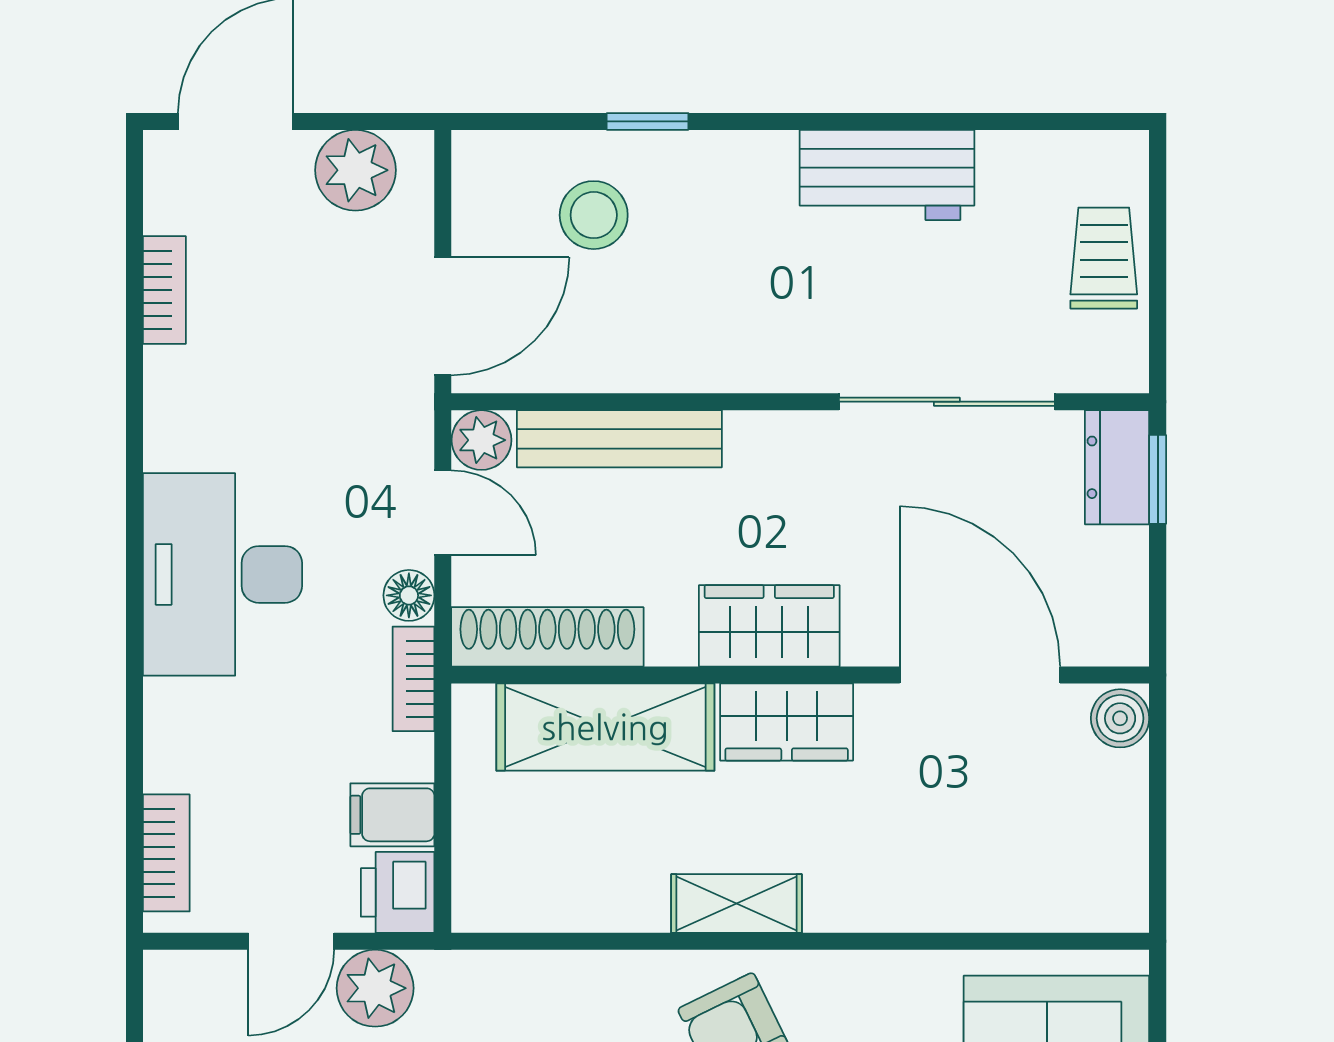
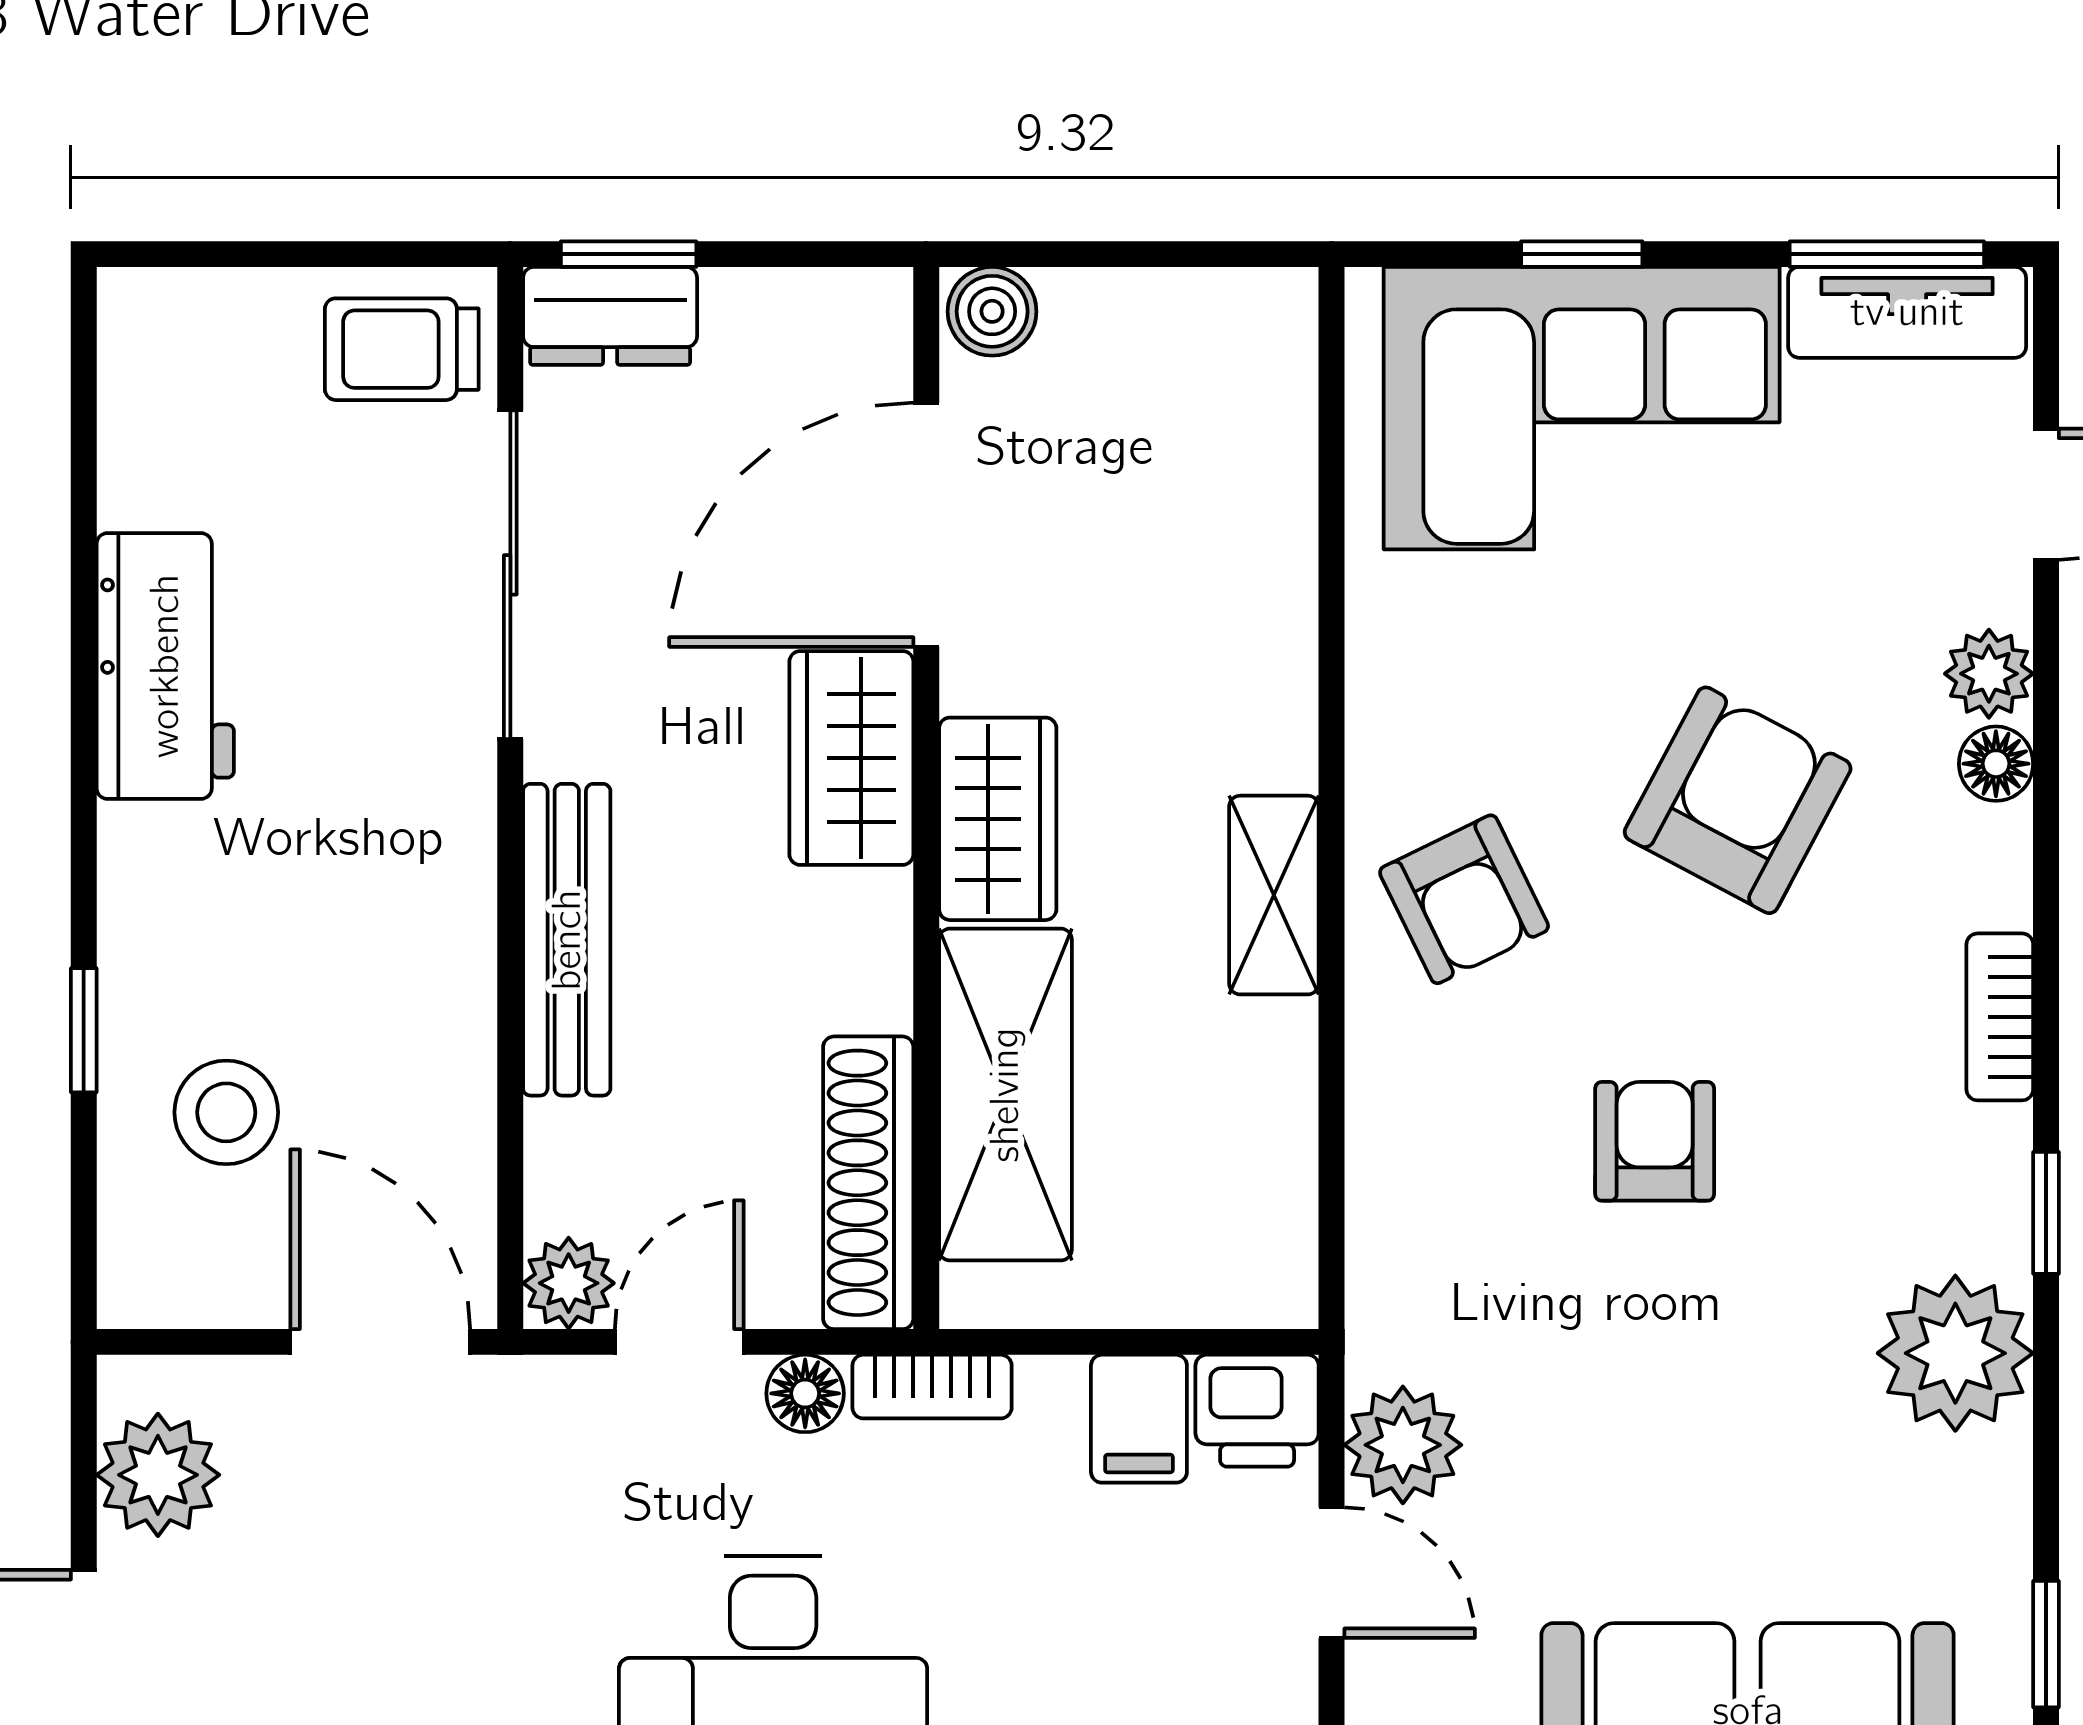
trolley: (1104, 258) -> (402, 349), moved
bench: (619, 439) -> (567, 940), moved
wardrobe: (769, 626) -> (851, 758), moved

